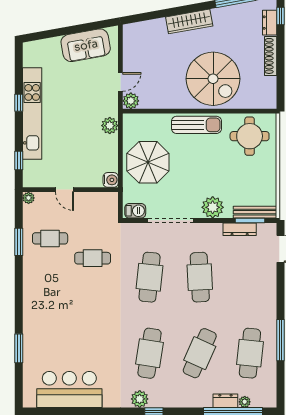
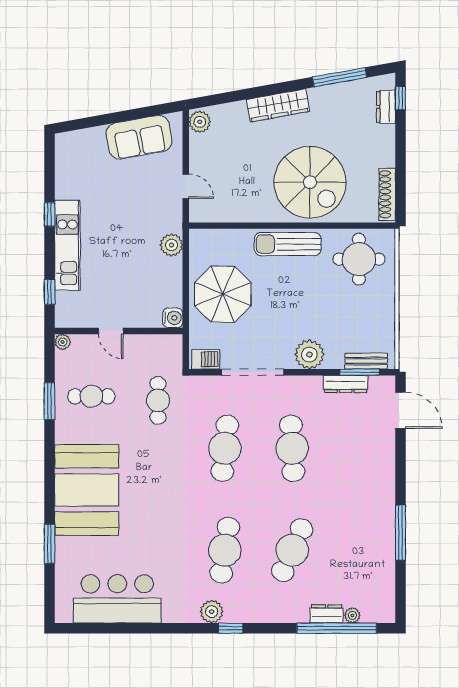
shoe rack: (271, 56) -> (387, 194), moved
door: (120, 82) -> (186, 186), hinge flipped
plant: (131, 101) -> (200, 122), moved
kitchen unit: (32, 114) -> (67, 245), width x0.73
sun lounger: (196, 125) -> (288, 244), turned 180
bench: (255, 212) -> (366, 361), width x0.73
cafe table: (93, 258) -> (158, 400), moved, turned 90
booth: (46, 308) -> (87, 490), added
cafe table: (250, 353) -> (359, 550), removed

